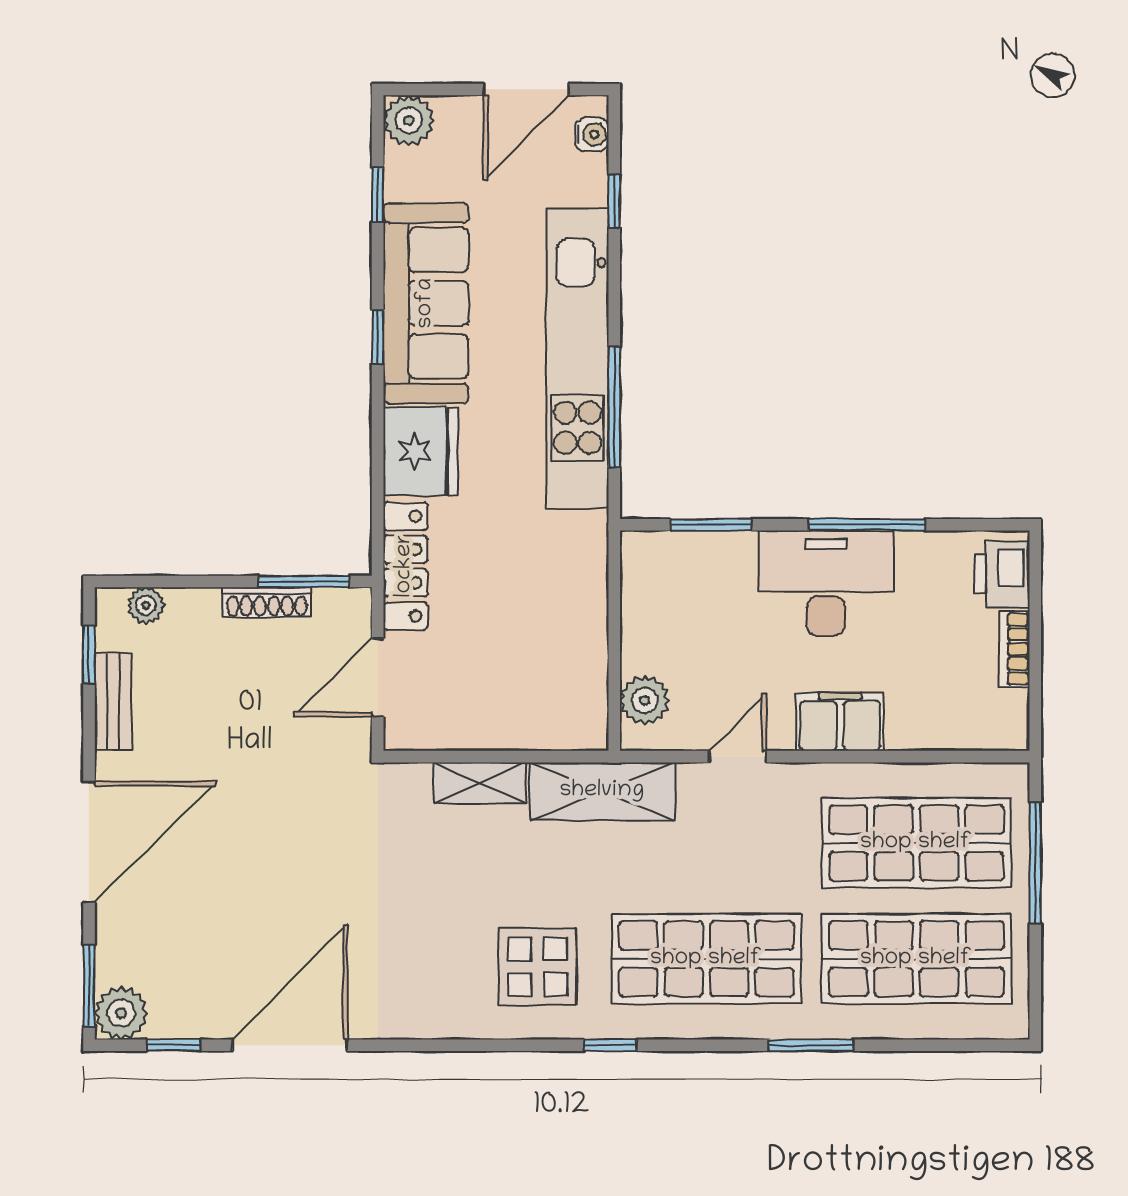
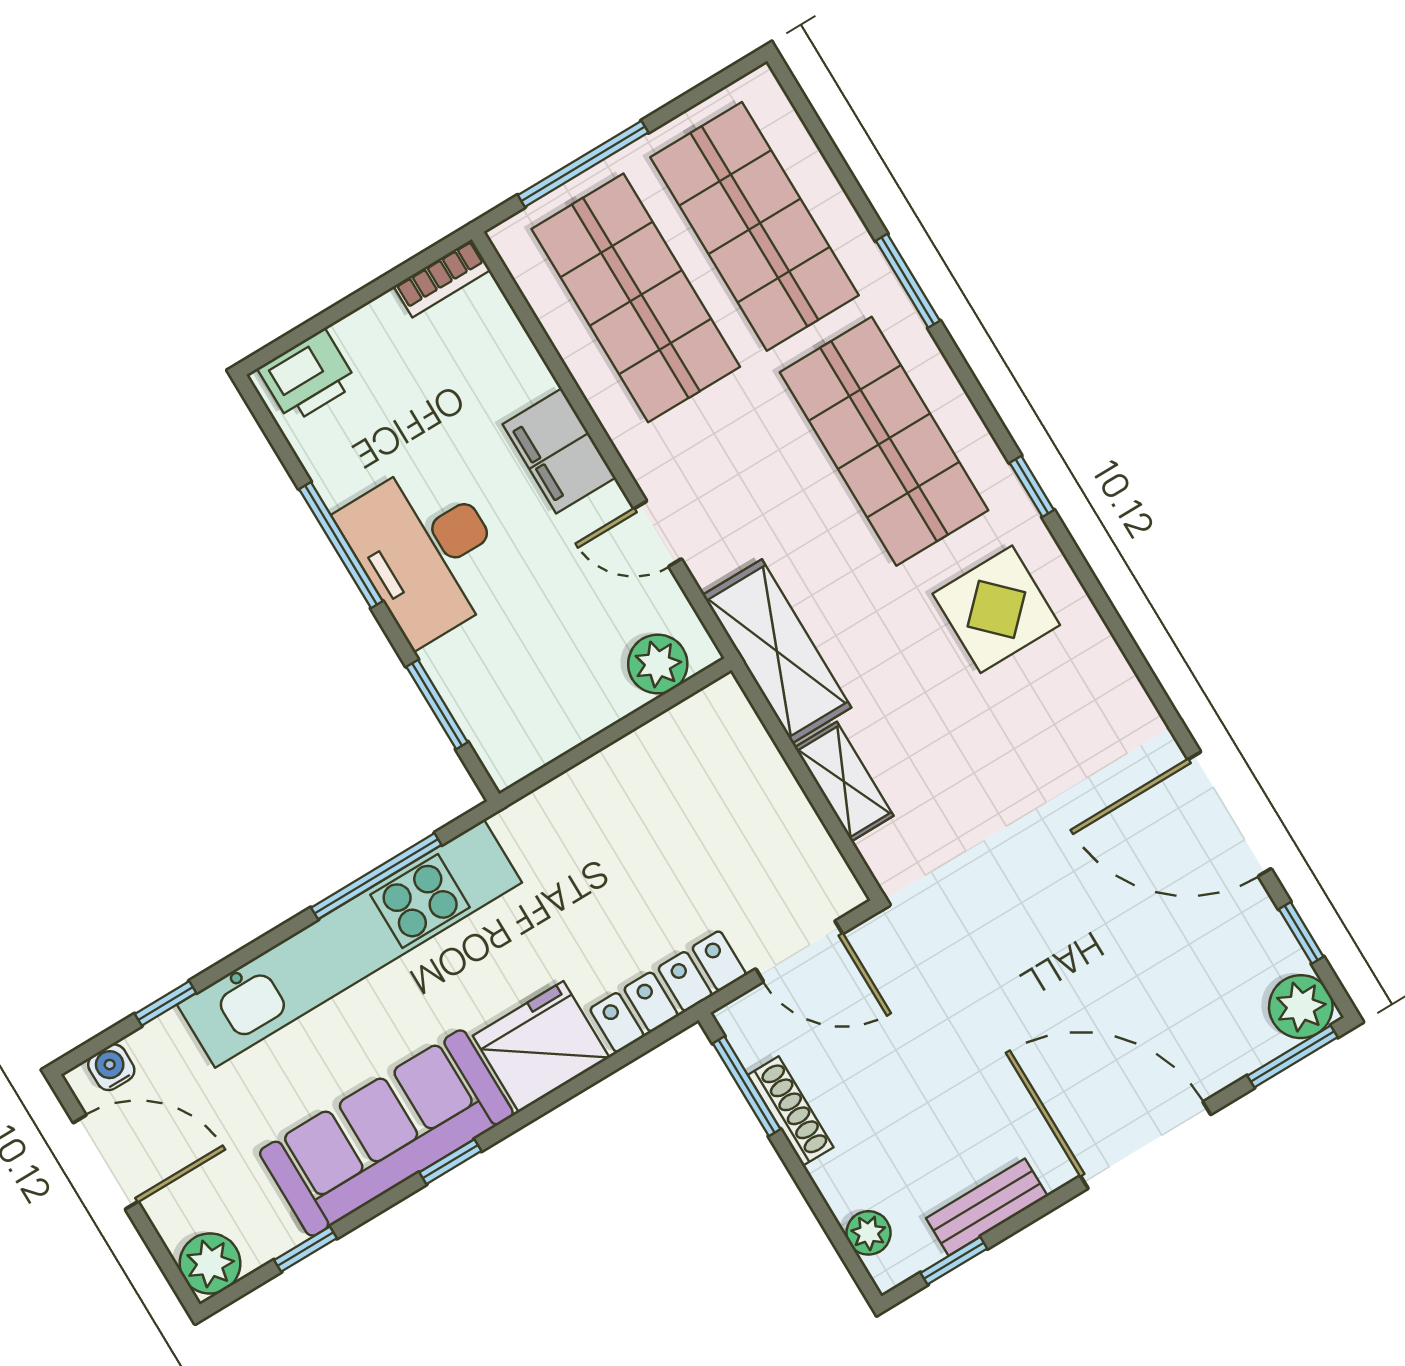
bookcase: (1014, 649) -> (442, 278), moved

